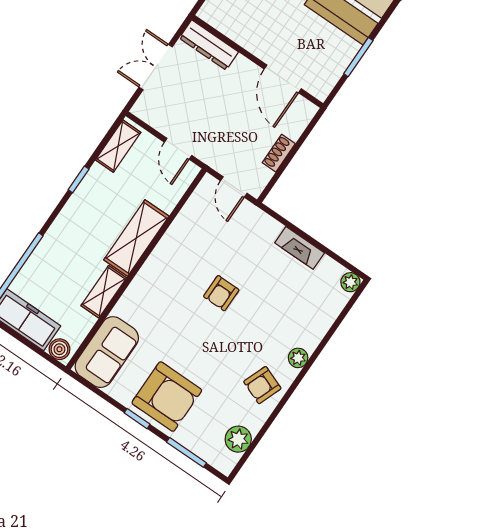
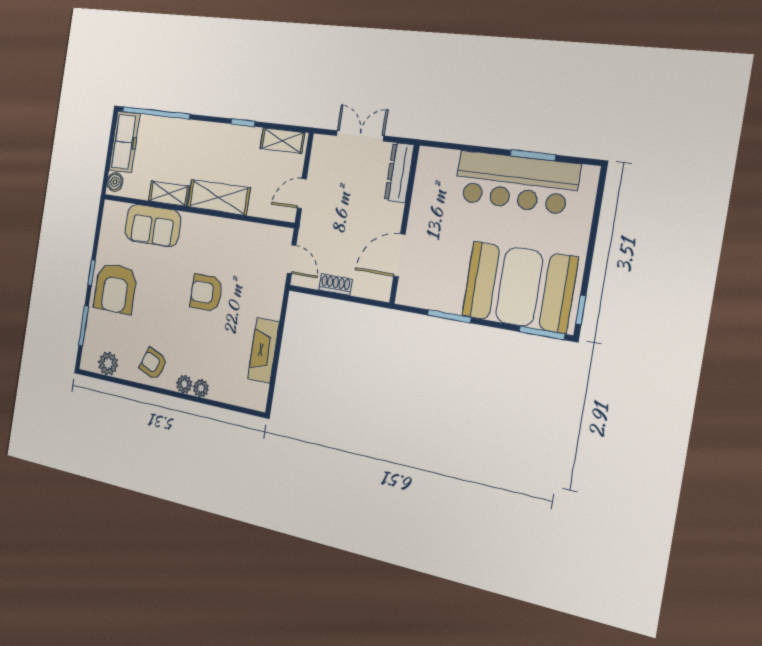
door: (234, 187) -> (292, 259), swing flipped
fireplace: (300, 248) -> (263, 350), width x1.37, depth x1.32
plant: (350, 282) -> (201, 388), moved
armchair: (221, 293) -> (206, 293), width x1.38, depth x1.38
sofa: (107, 352) -> (153, 225), moved

